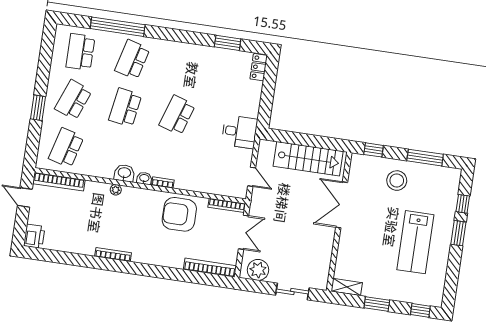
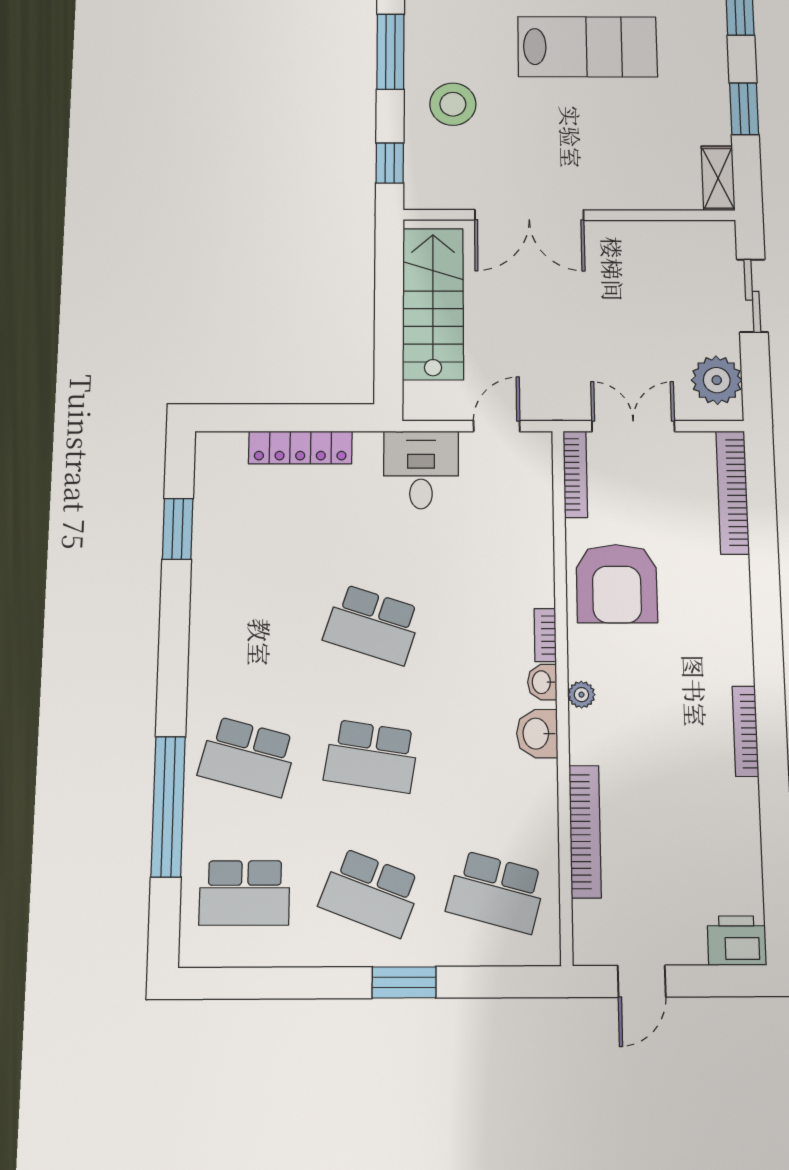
locker: (259, 67) -> (300, 447), moved, width x1.53
desk: (240, 132) -> (421, 470), moved
bookcase: (59, 182) -> (585, 831), moved
plant: (116, 190) -> (581, 695), moved

